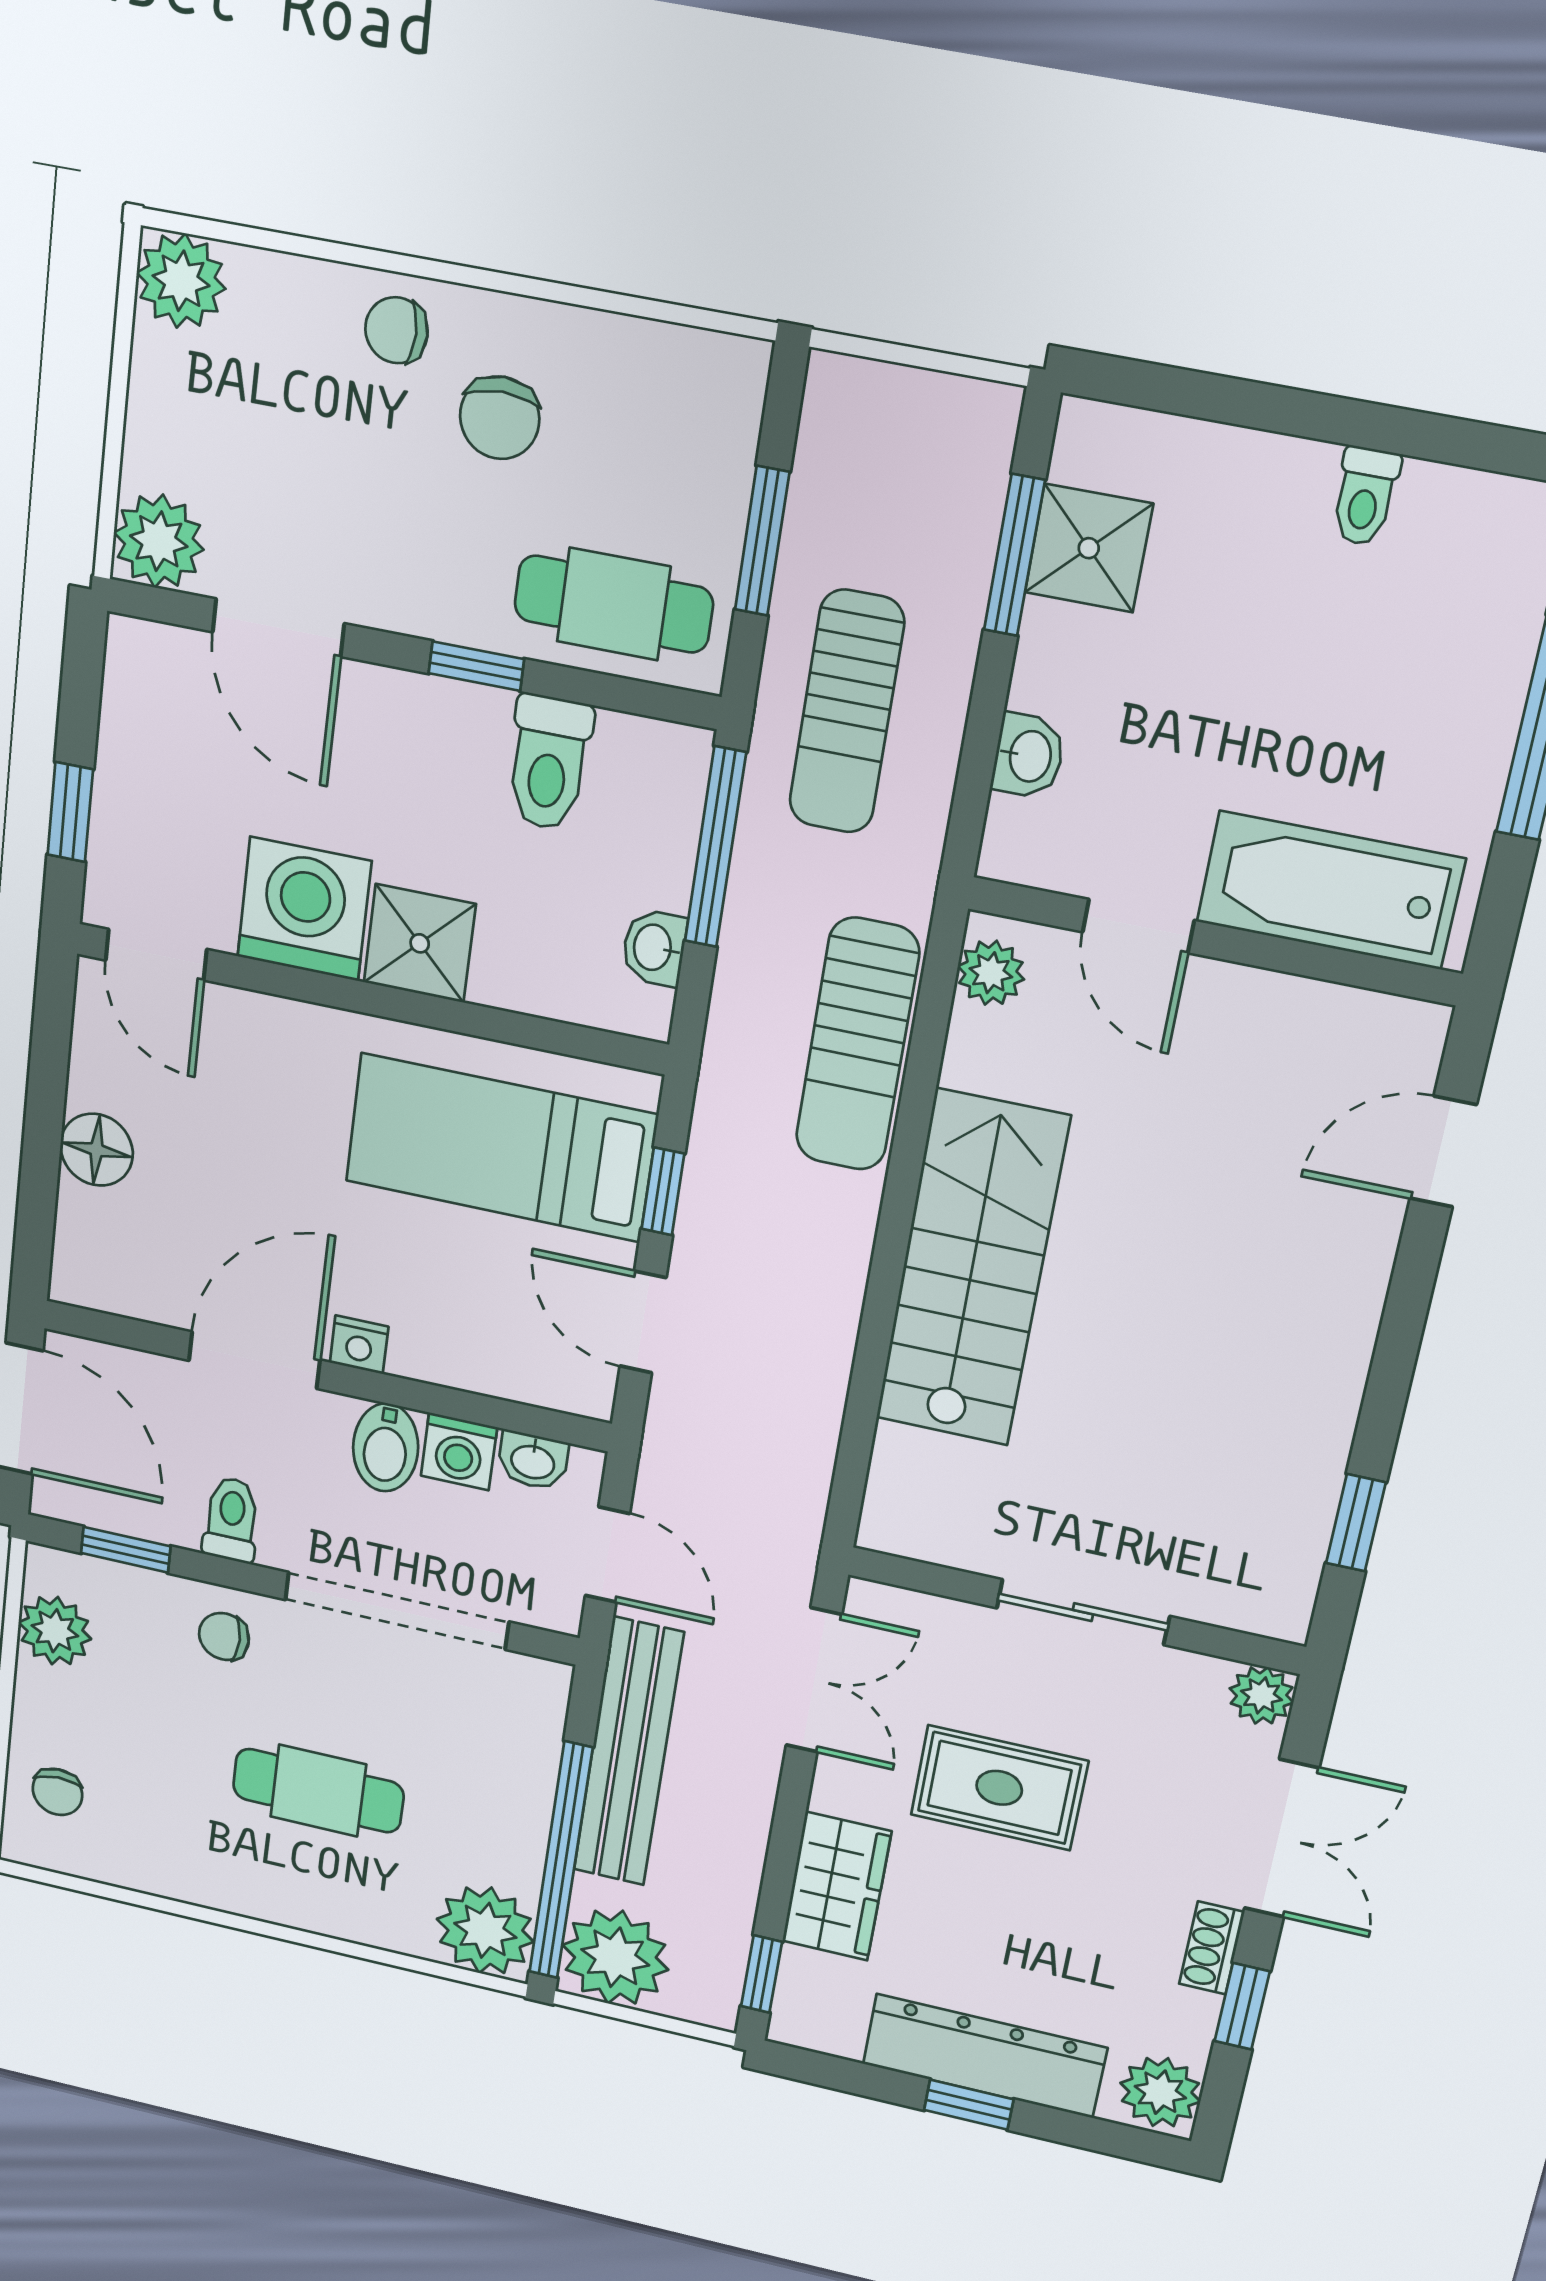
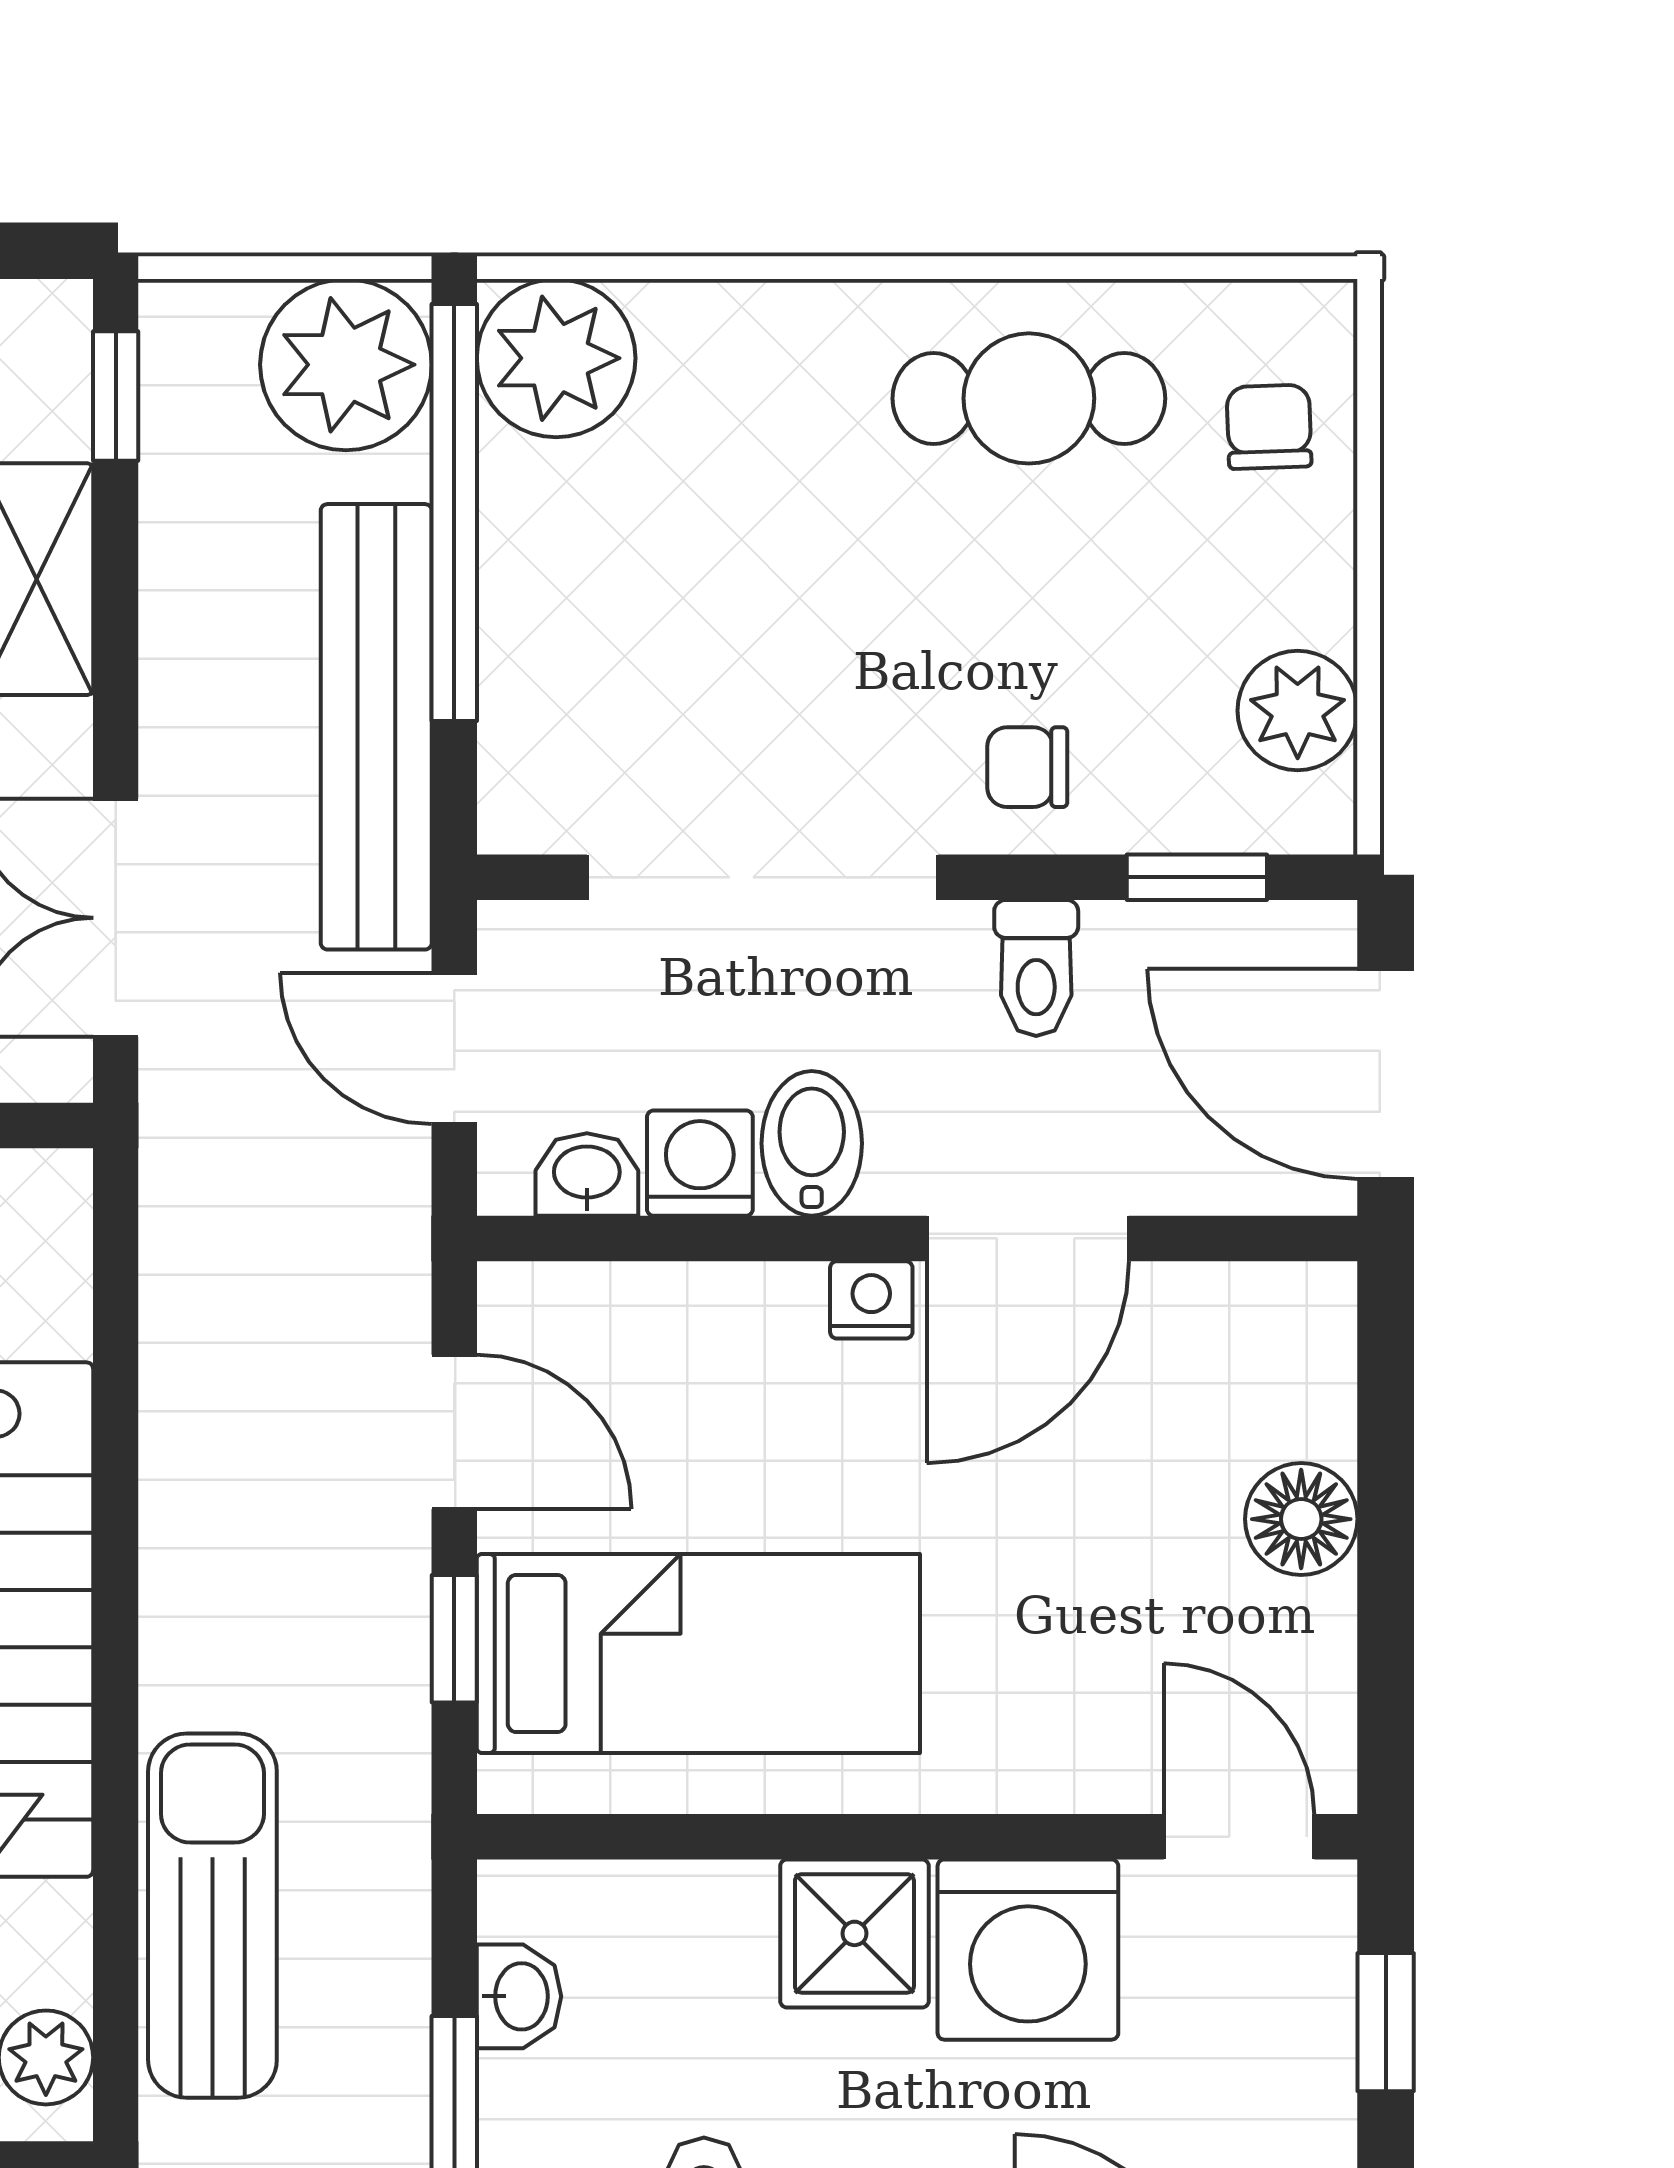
chair: (224, 1636) -> (1027, 767), turned 180
cafe table: (318, 1791) -> (1029, 398), moved

